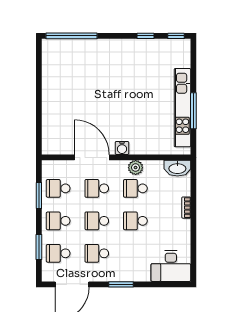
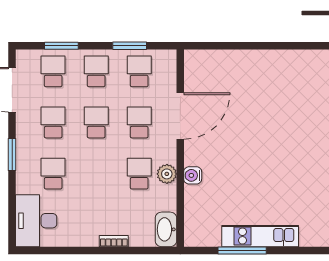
kitchen unit: (182, 108) -> (260, 236), width x0.73
water cooler: (122, 148) -> (193, 175), moved
school desk: (135, 221) -> (53, 174), moved

